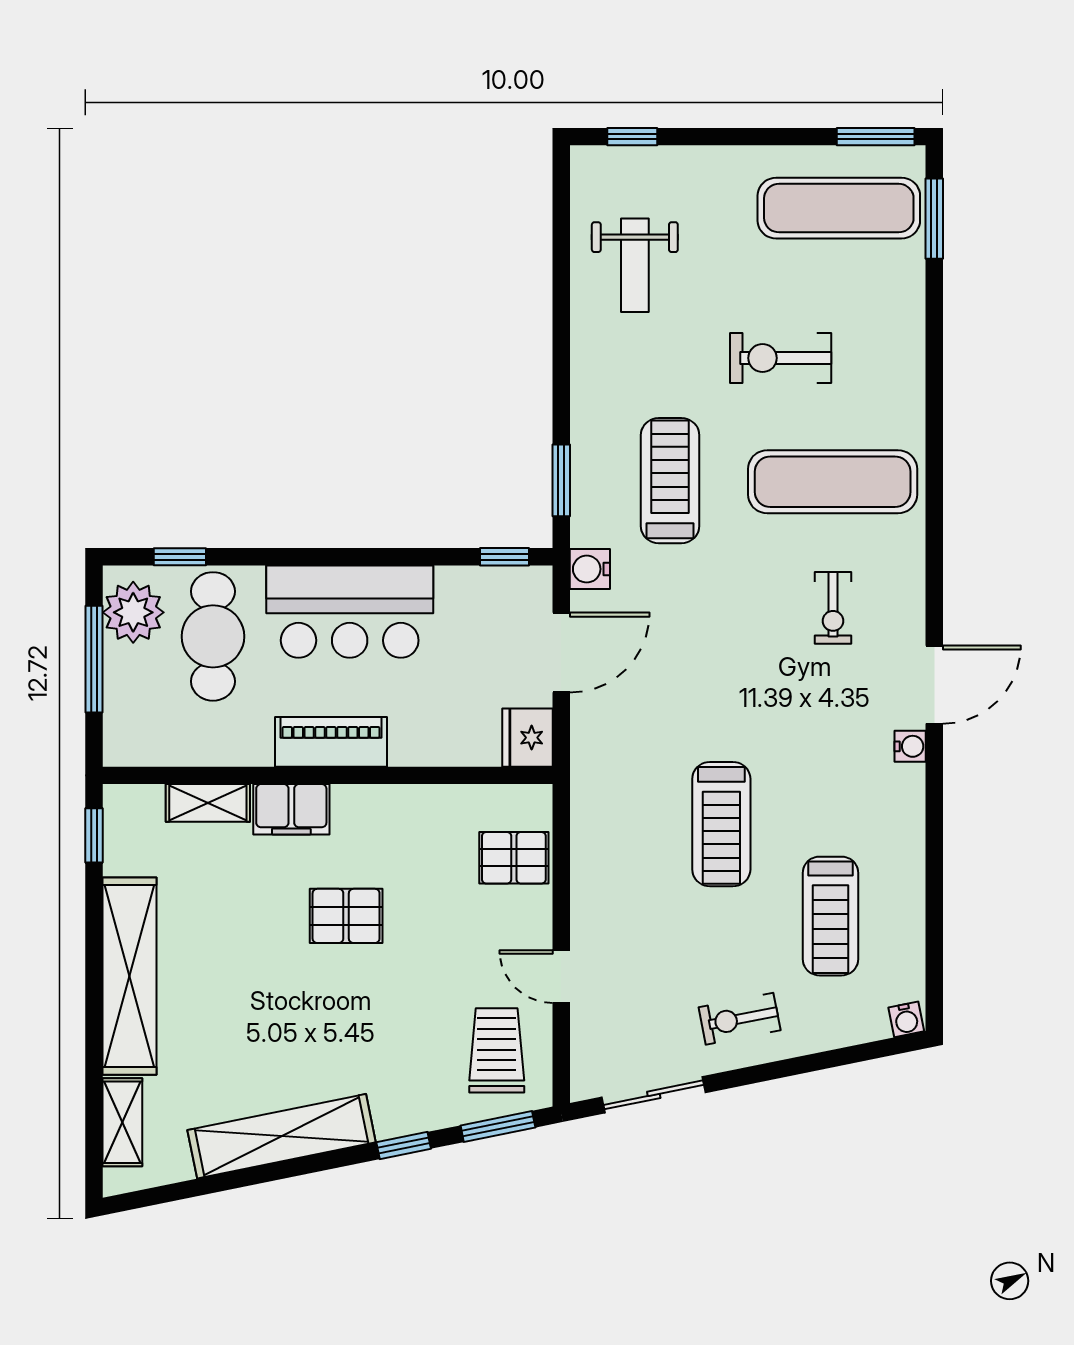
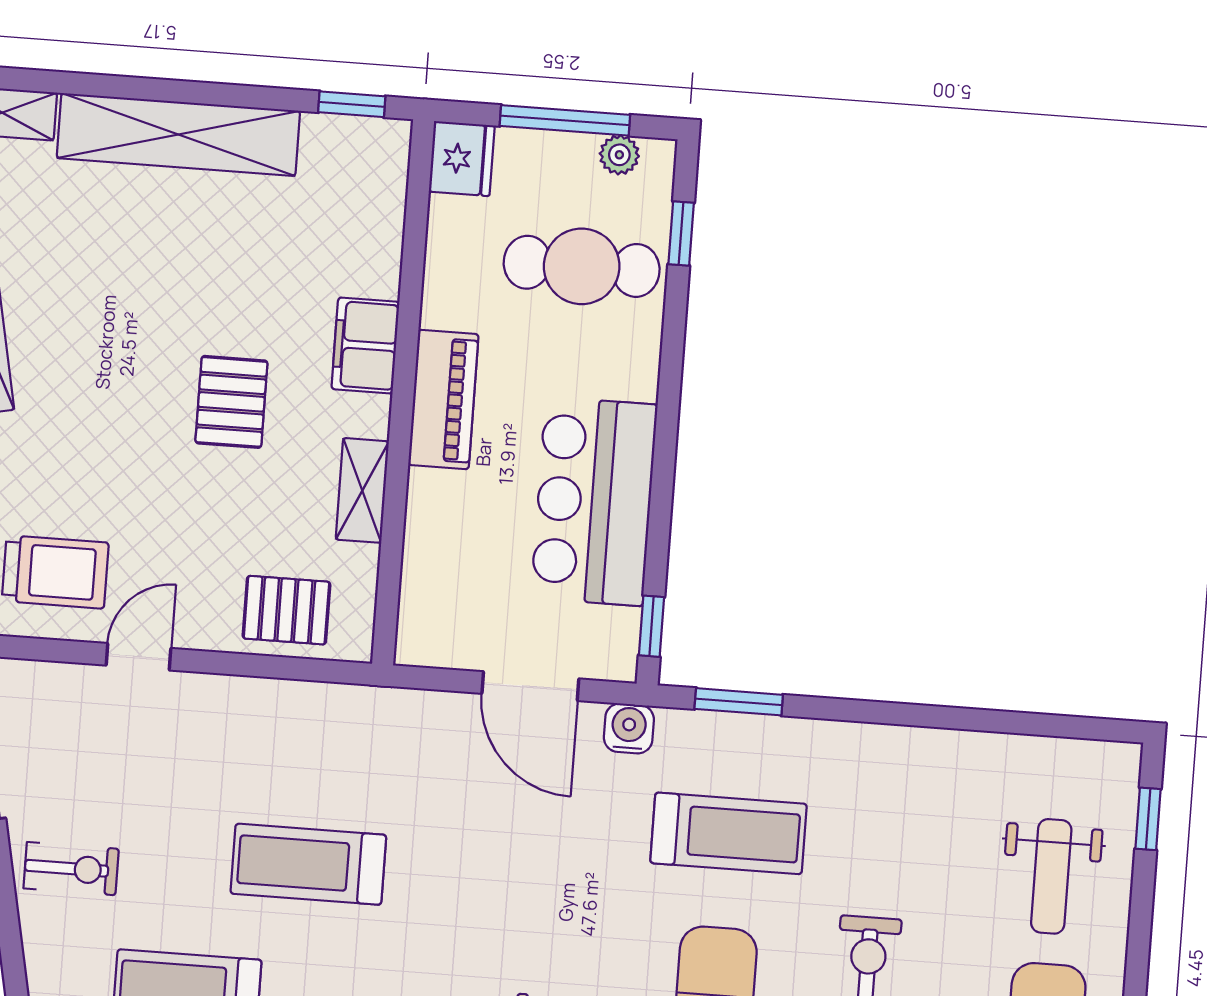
weight bench: (635, 265) -> (1051, 876), moved, turned -90
plant: (133, 612) -> (619, 155), width x0.53, depth x0.53
bar counter: (350, 612) -> (594, 501), moved
fridge: (528, 738) -> (462, 159), moved, turned 90
shelving: (208, 803) -> (362, 490), moved
pallet: (514, 858) -> (286, 610), turned 90
exercise bike: (740, 1019) -> (71, 869), turned 101

